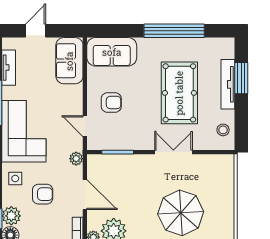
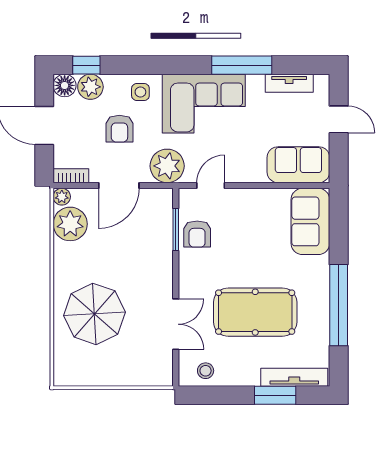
tv unit: (228, 84) -> (294, 377), moved
armchair: (111, 102) -> (197, 234), moved
double door: (173, 152) -> (176, 324), moved
plant: (76, 159) -> (167, 166), width x1.88, depth x1.88

